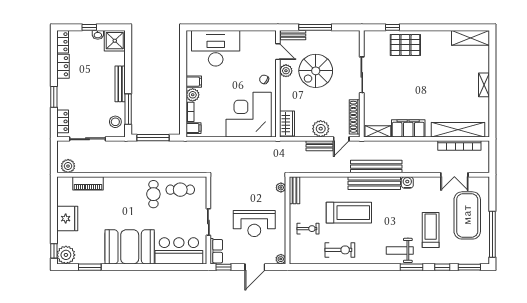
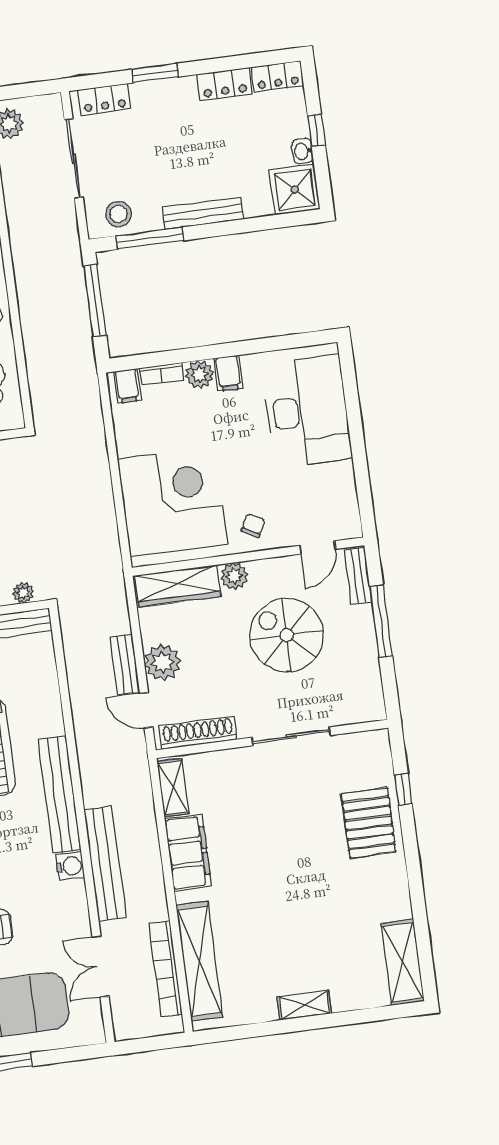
plant: (286, 71) -> (234, 576), moved
wardrobe: (287, 123) -> (178, 586), width x1.50
bench: (376, 167) -> (105, 864), moved

